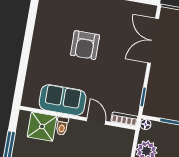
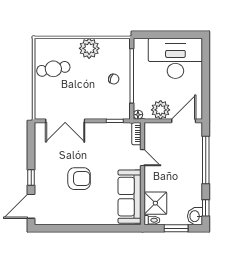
sofa: (63, 100) -> (130, 197), width x1.36
door: (96, 121) -> (142, 158), swing flipped
toilet: (62, 126) -> (152, 220), moved

